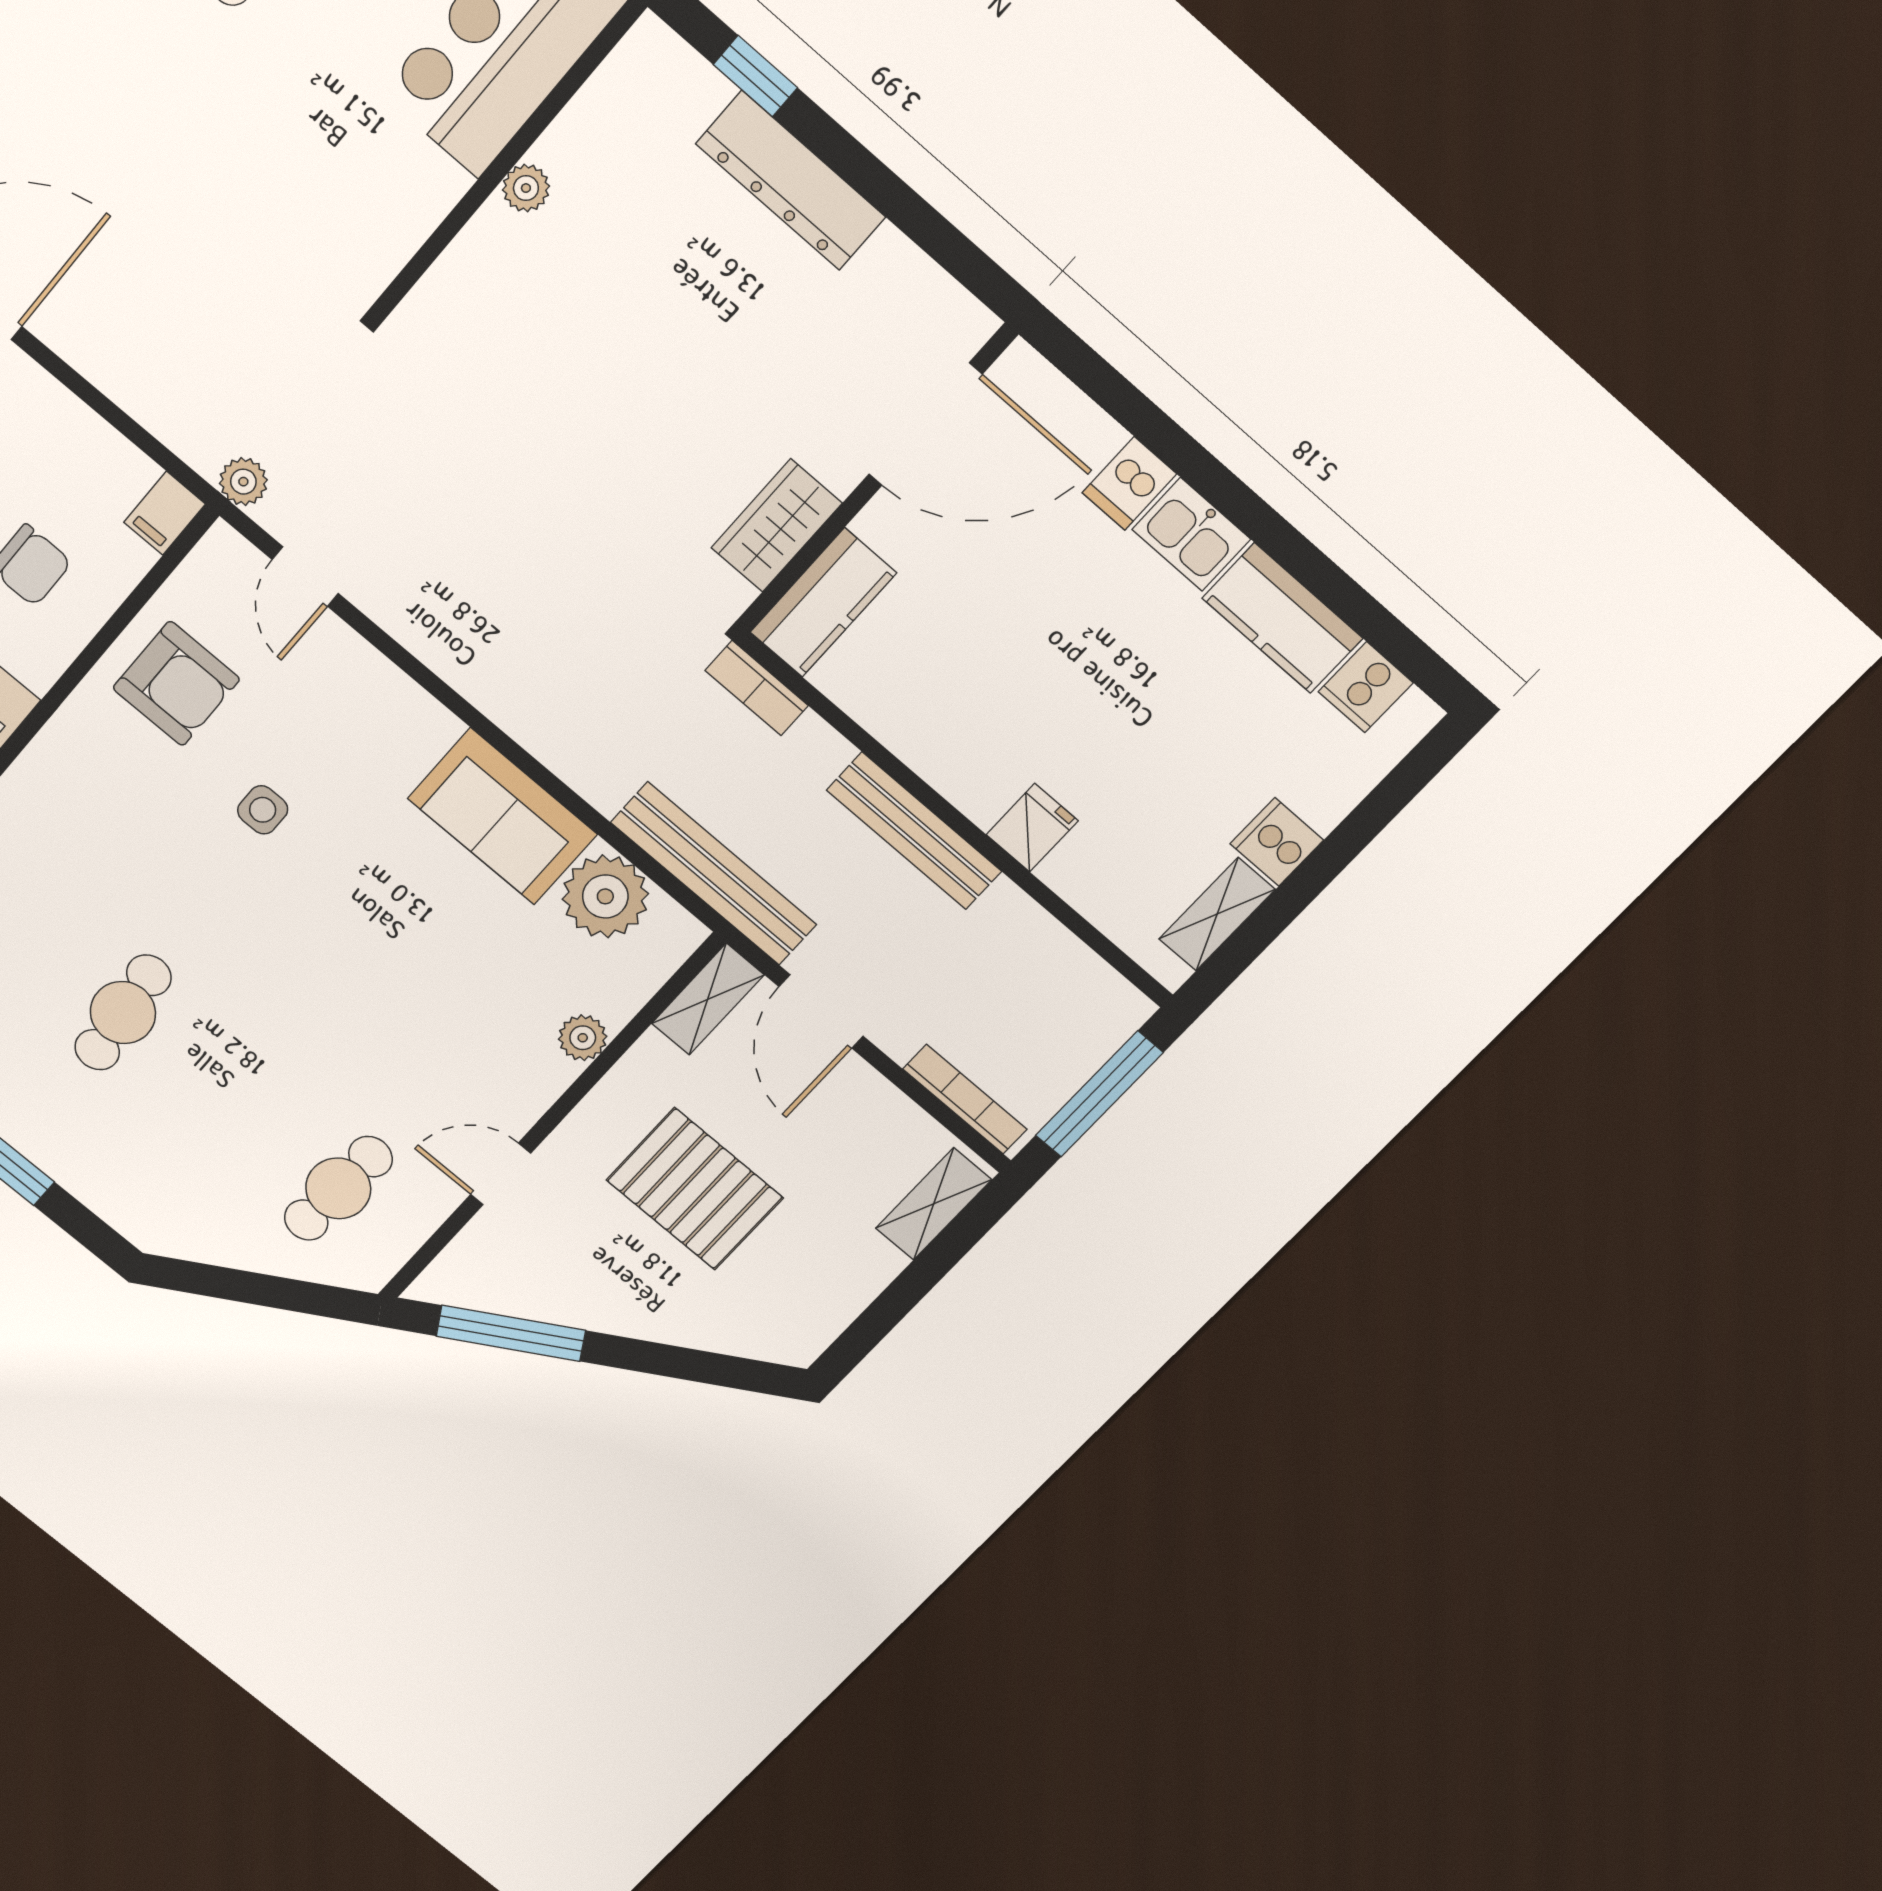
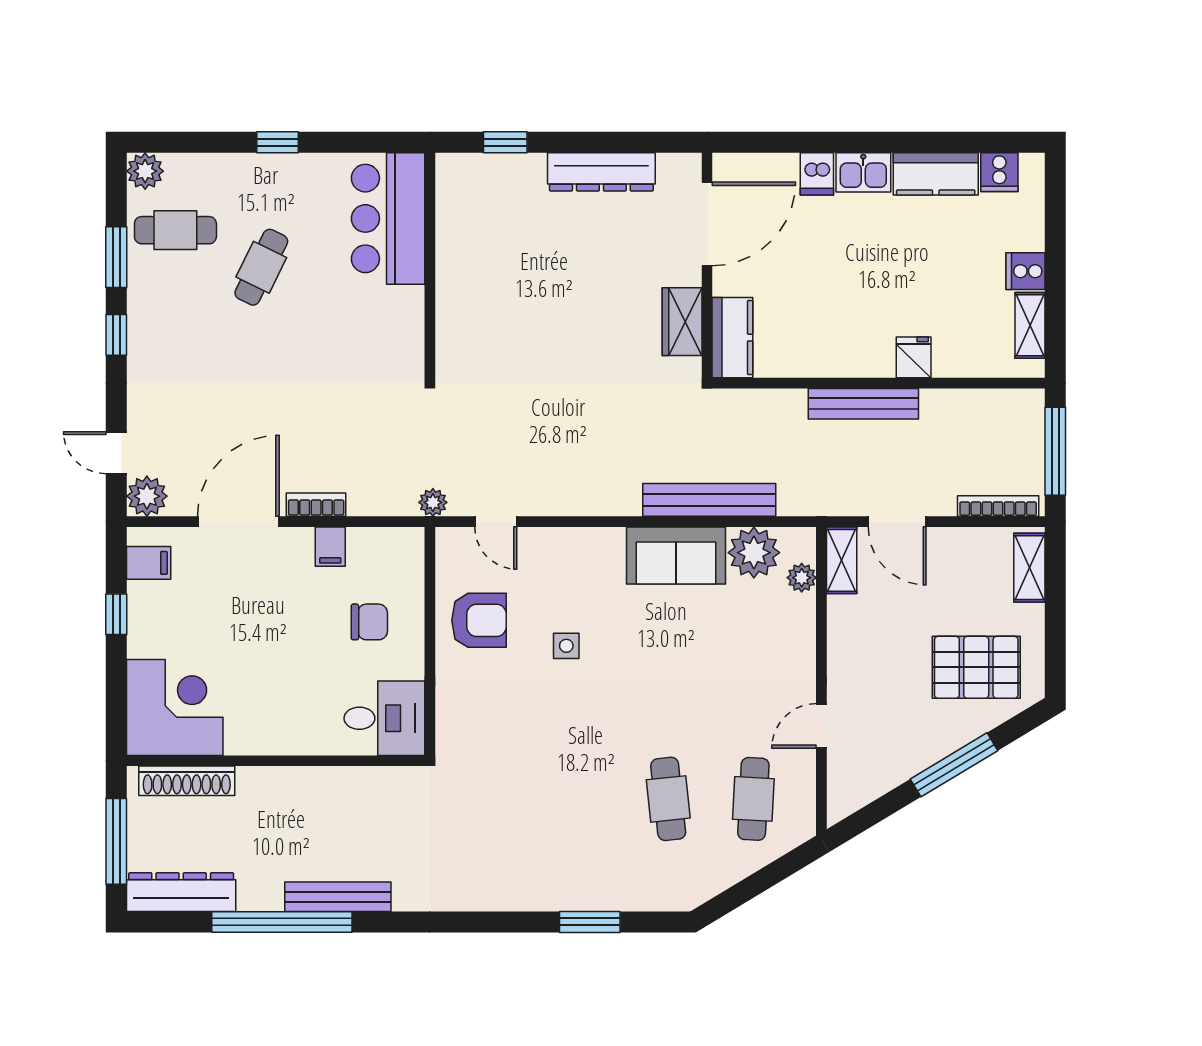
dresser: (791, 180) -> (601, 172), moved
plant: (526, 188) -> (448, 271), removed
filing cabinet: (165, 513) -> (330, 547), moved
bookcase: (757, 688) -> (316, 505), moved, turned 180
bench: (714, 874) -> (709, 500), moved
cafe table: (123, 1013) -> (668, 799), moved
plant: (583, 1038) -> (802, 578), moved
pallet: (695, 1189) -> (976, 667), moved
window: (511, 1333) -> (954, 765), moved

